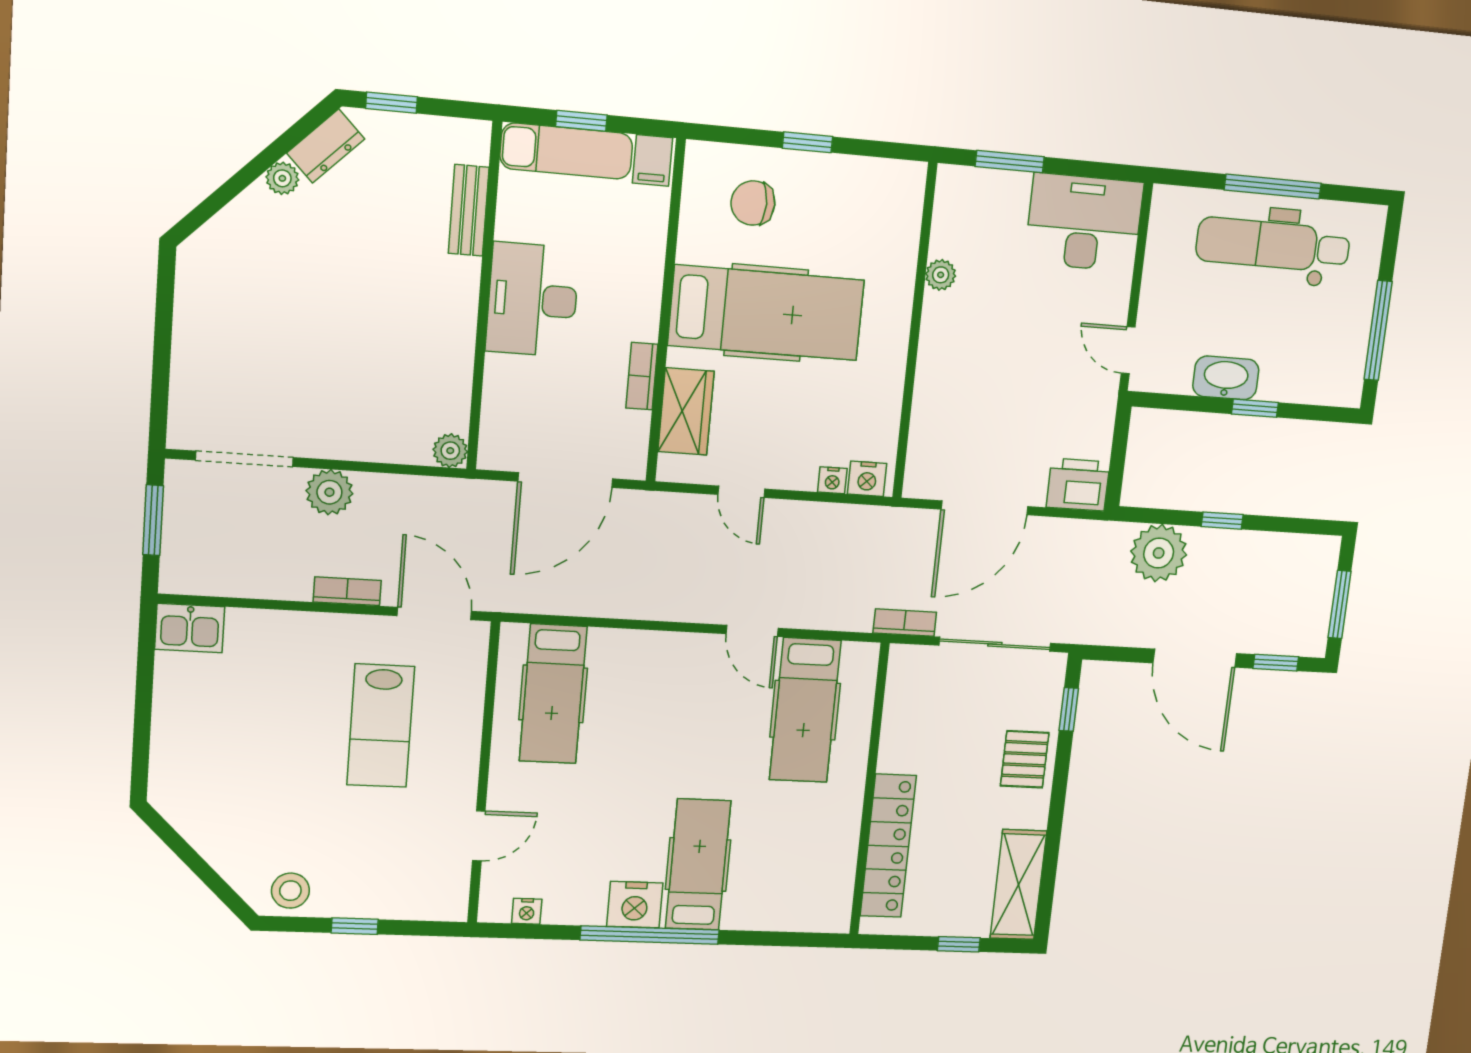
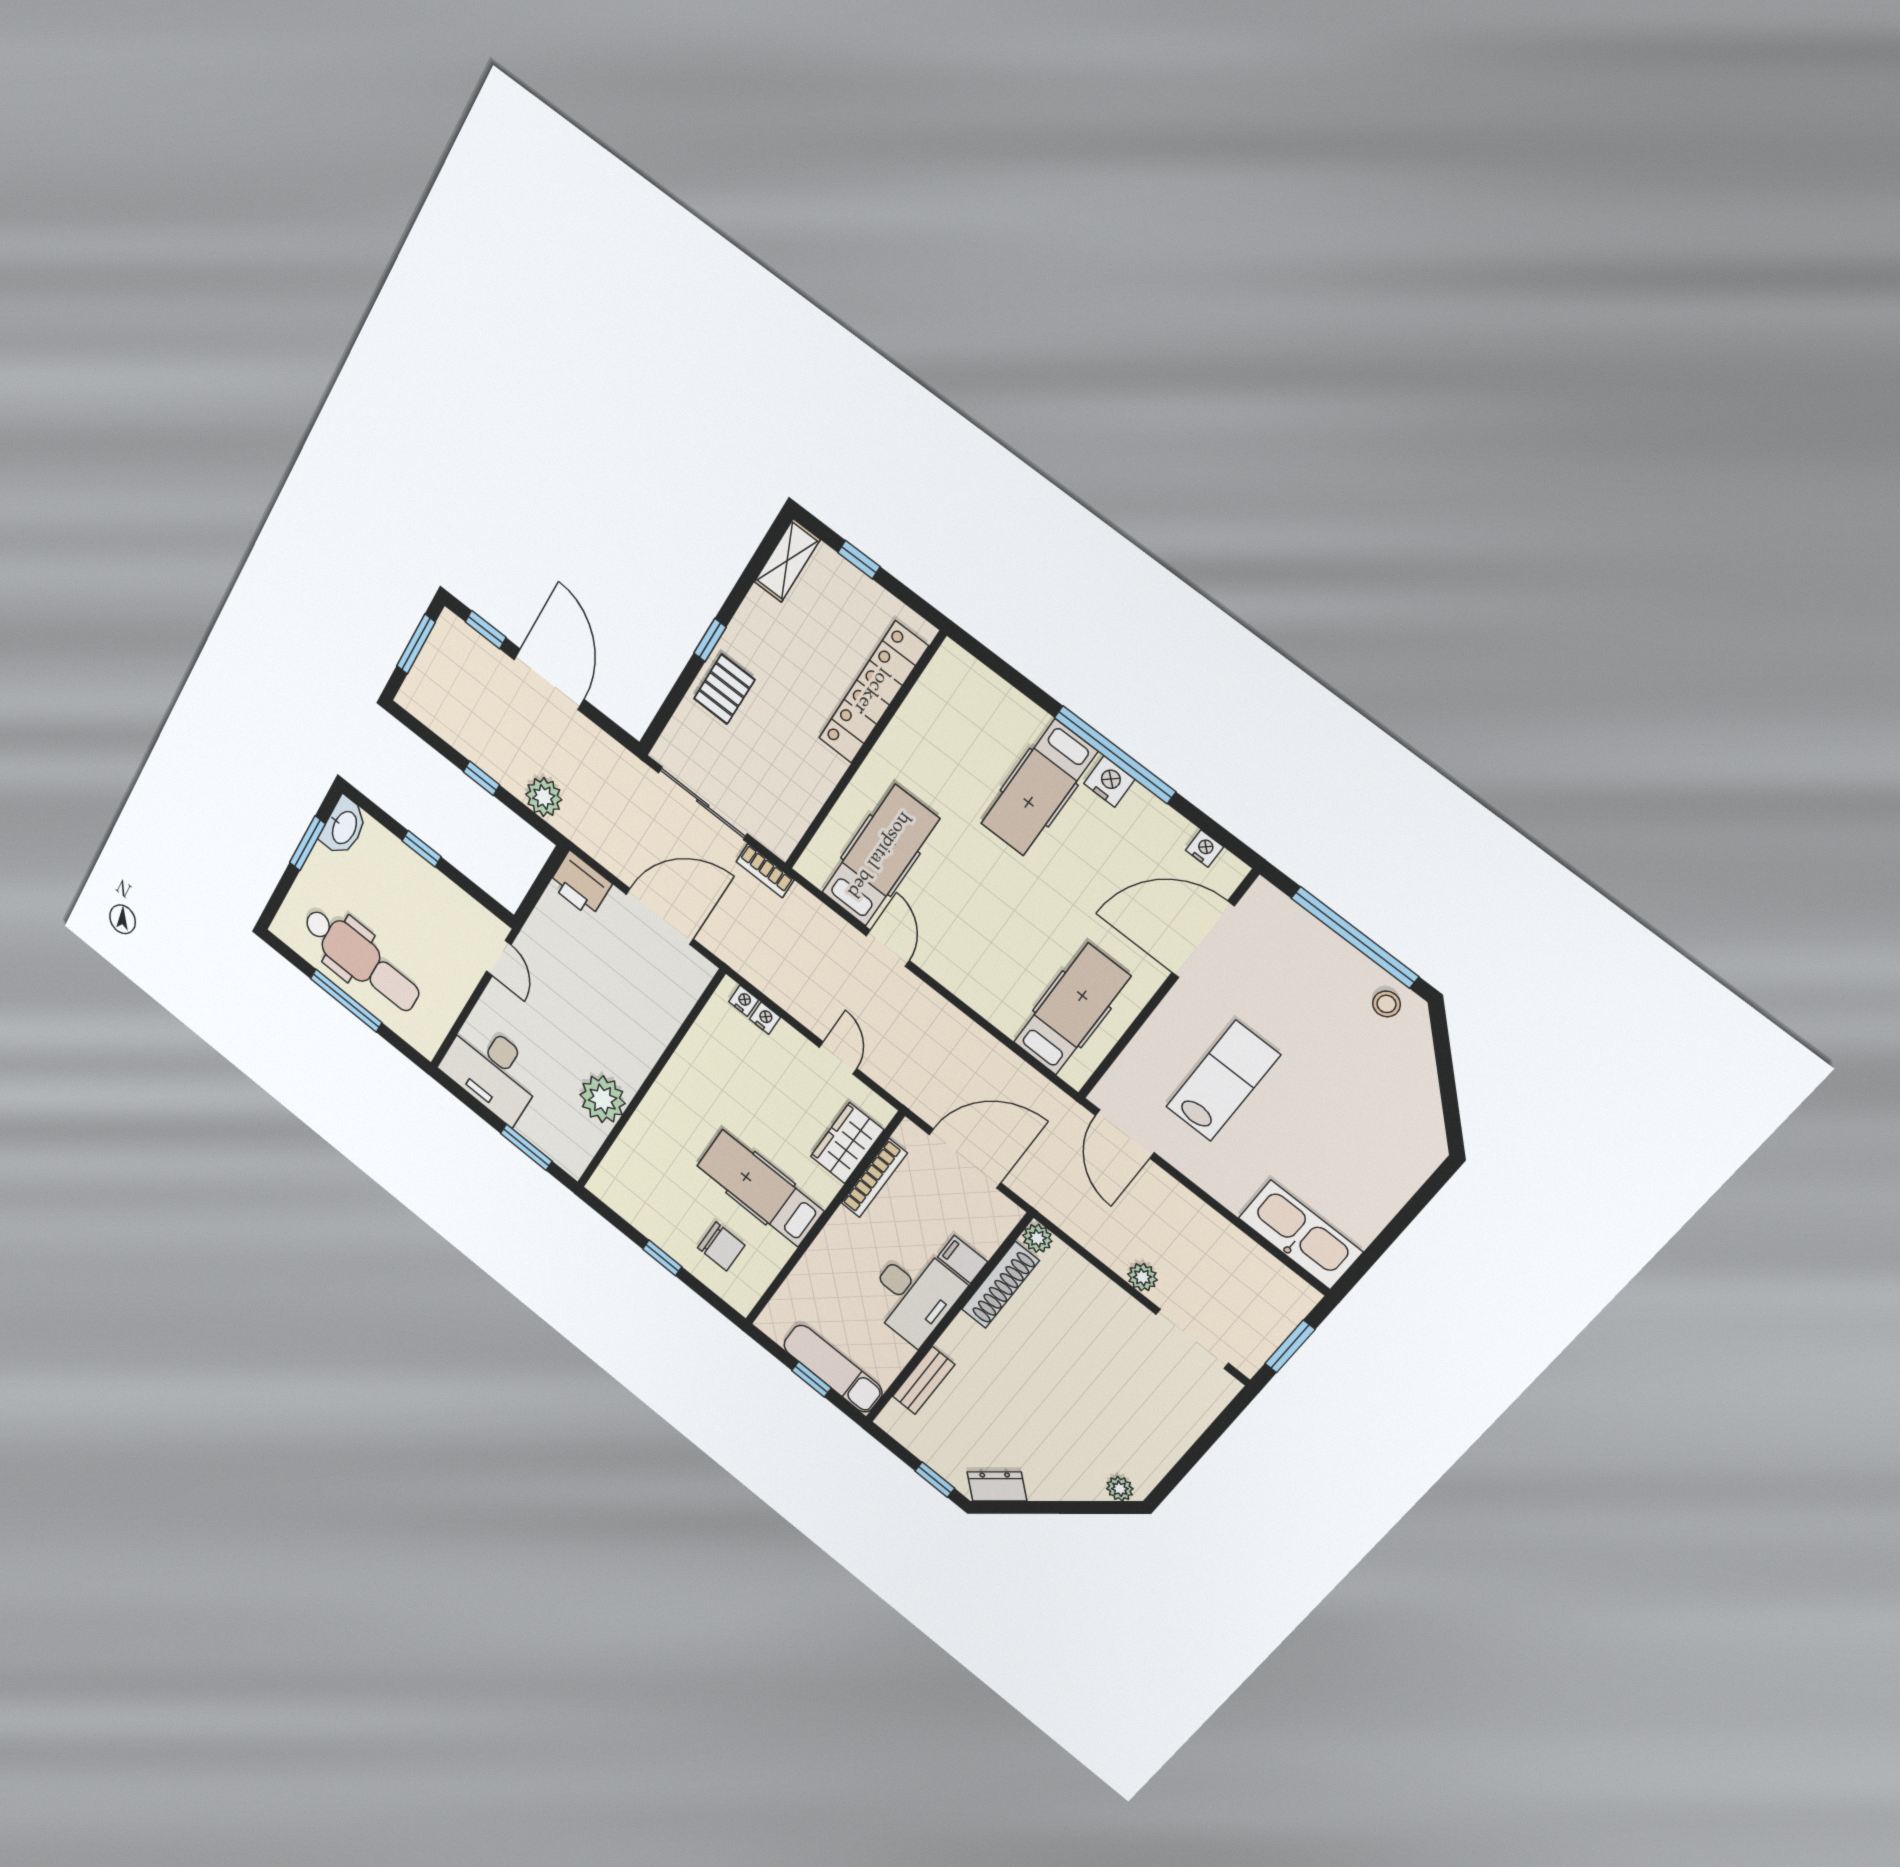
filing cabinet: (652, 160) -> (962, 1259), moved, turned -90
plant: (282, 178) -> (1120, 1489), moved
plant: (941, 275) -> (603, 1099), width x1.88, depth x1.88
hospital bed: (766, 313) -> (760, 1188), width x0.73, depth x0.78
window: (1378, 331) -> (307, 843), width x0.69
shoe rack: (456, 375) -> (1000, 1285), added
bookcase: (642, 376) -> (874, 1178), width x1.56
washbasin: (1226, 378) -> (344, 827), moved, turned -90
nightstand: (867, 479) -> (744, 1001), width x0.72, depth x0.74
plant: (329, 492) -> (1142, 1277), width x0.73, depth x0.73
plant: (1159, 553) -> (544, 797), width x0.73, depth x0.73
bookcase: (347, 591) -> (1180, 1197), removed
kitchen sink: (190, 628) -> (1300, 1235), width x1.87, depth x1.24
window: (1069, 709) -> (710, 640), moved
door: (479, 836) -> (1203, 939), width x1.87
shelving: (1018, 885) -> (787, 561), width x0.67, depth x0.75
stool: (290, 891) -> (1387, 1004), width x0.73, depth x0.73
nightstand: (635, 905) -> (1109, 781), width x0.74, depth x0.75
window: (355, 926) -> (1355, 937), width x3.17

